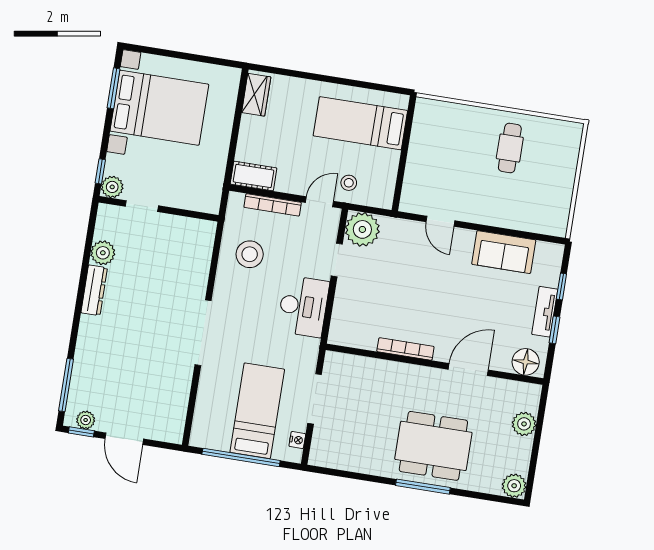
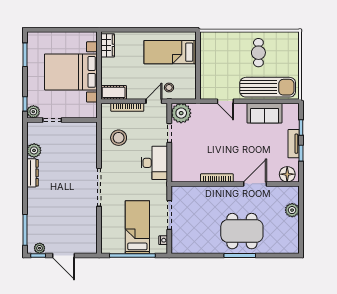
bed with nightstands: (159, 108) -> (71, 72), moved, turned 180
sun lounger: (516, 209) -> (268, 87), added
plant: (514, 486) -> (292, 247), removed

